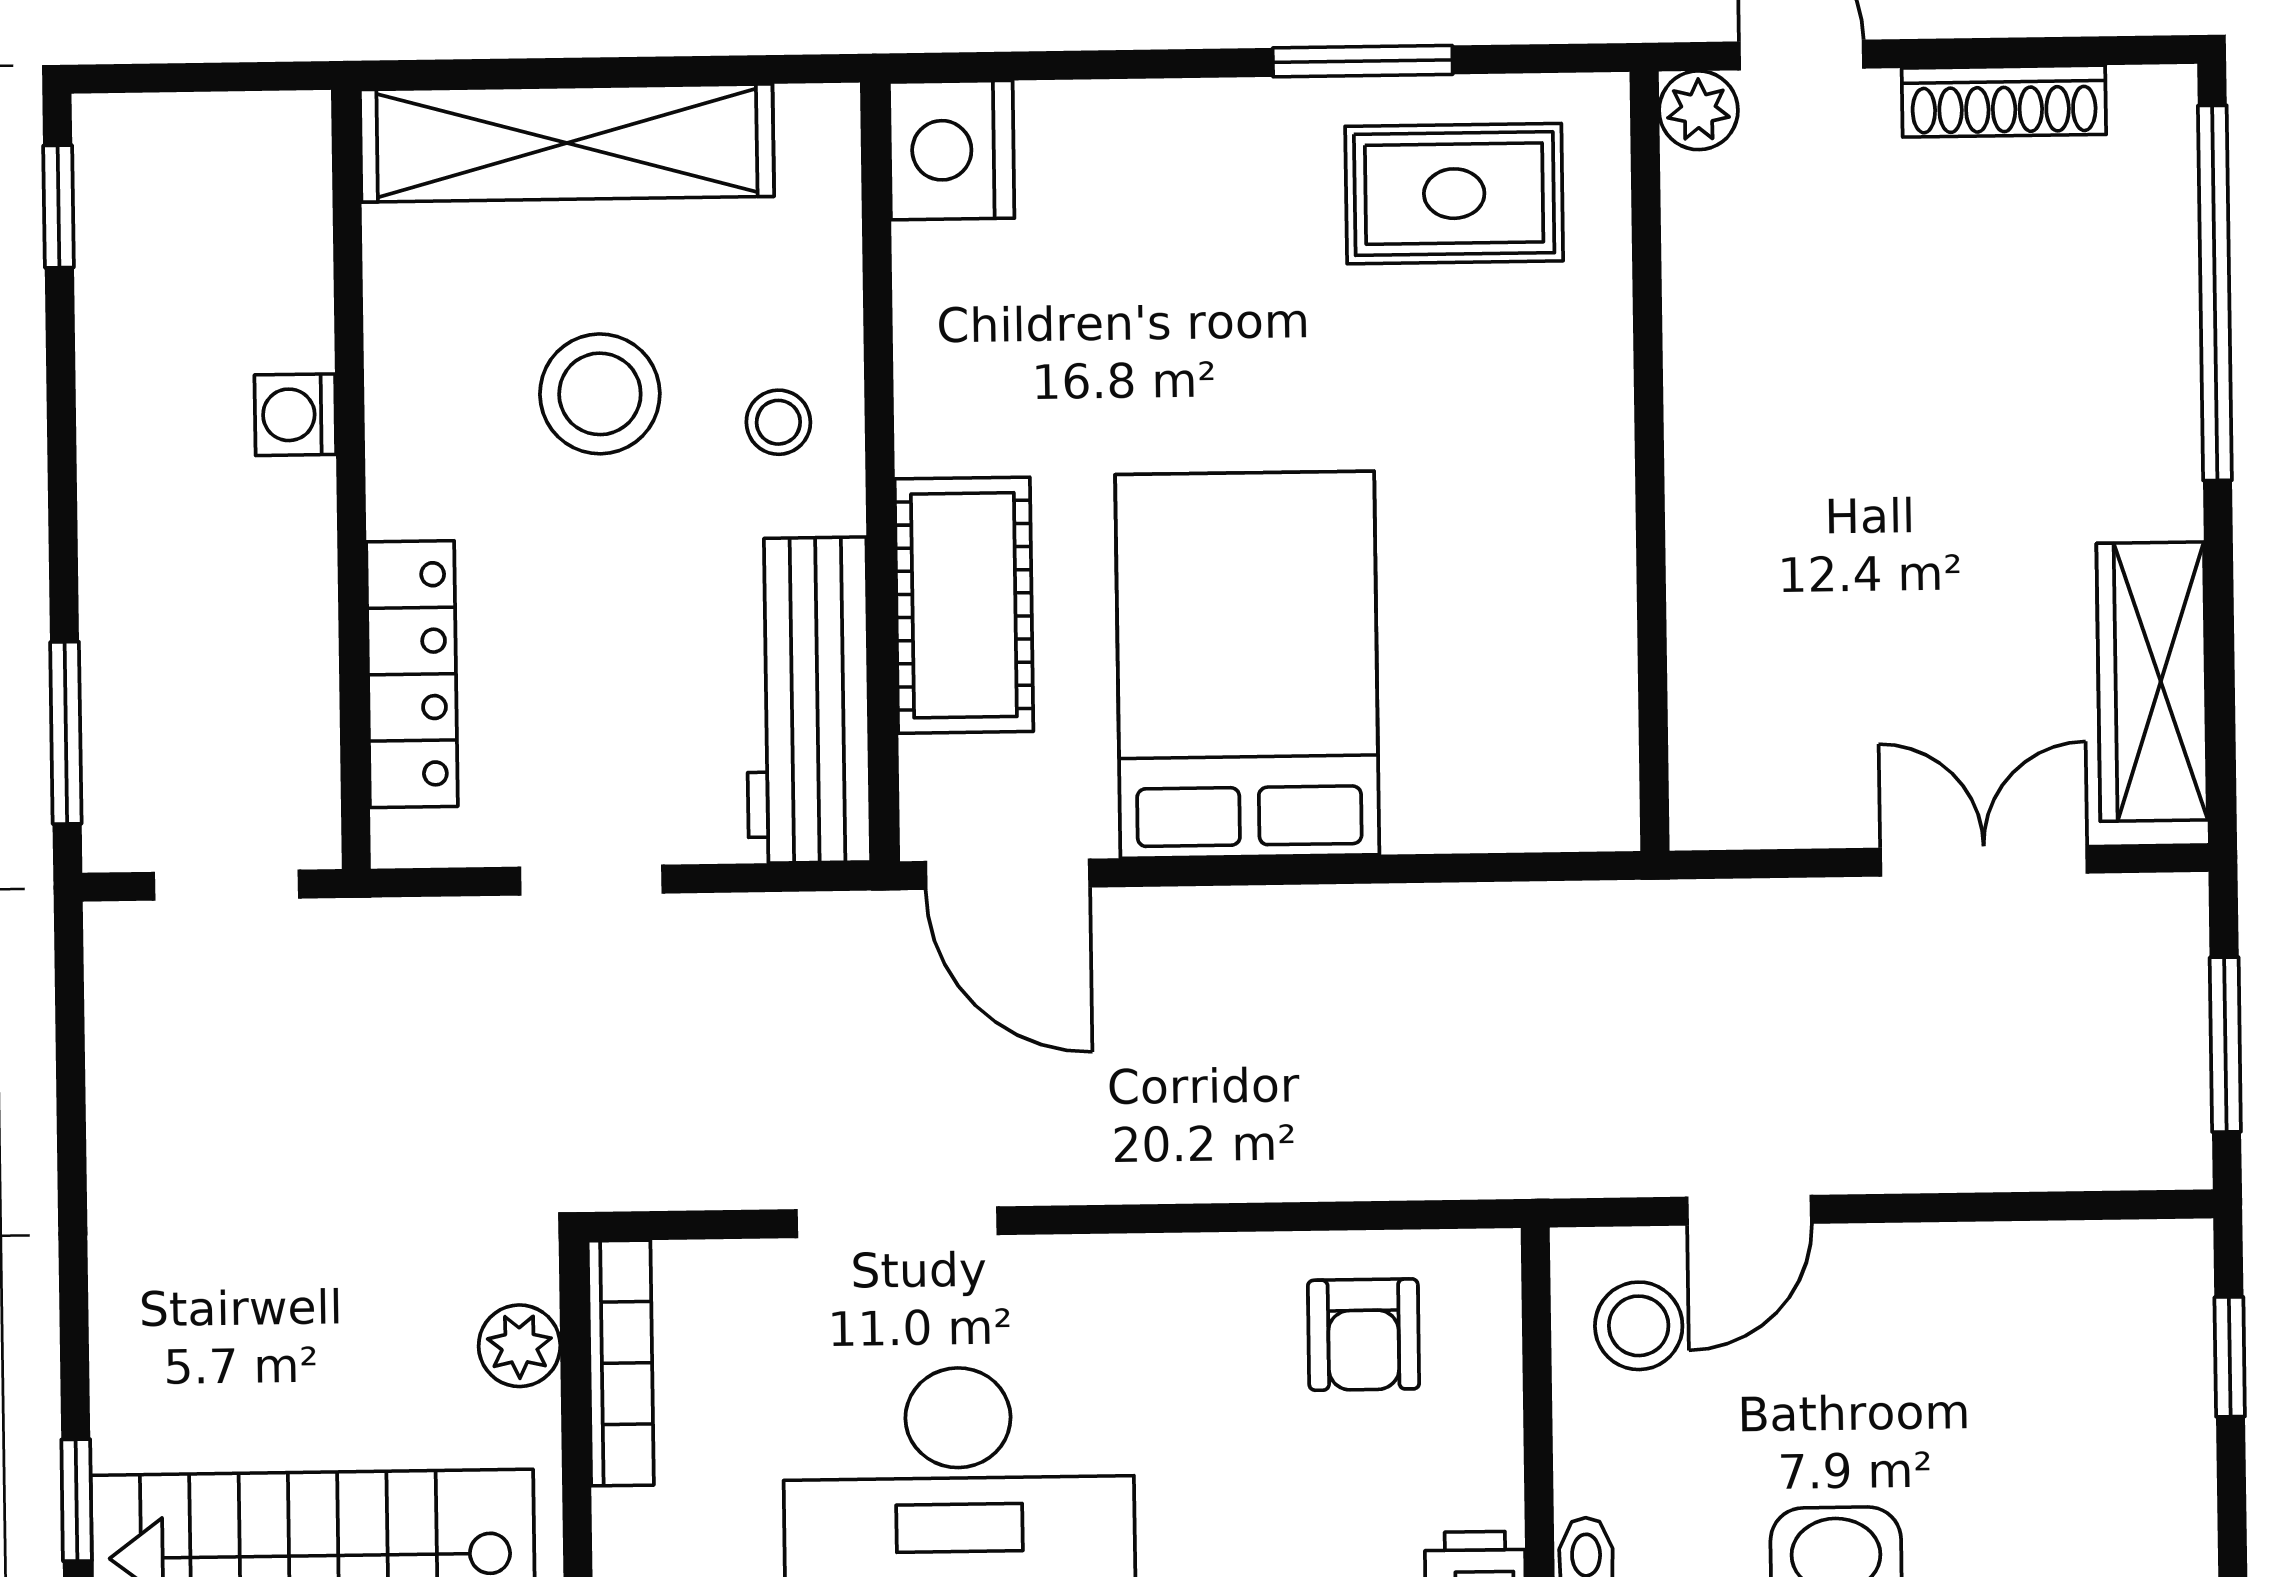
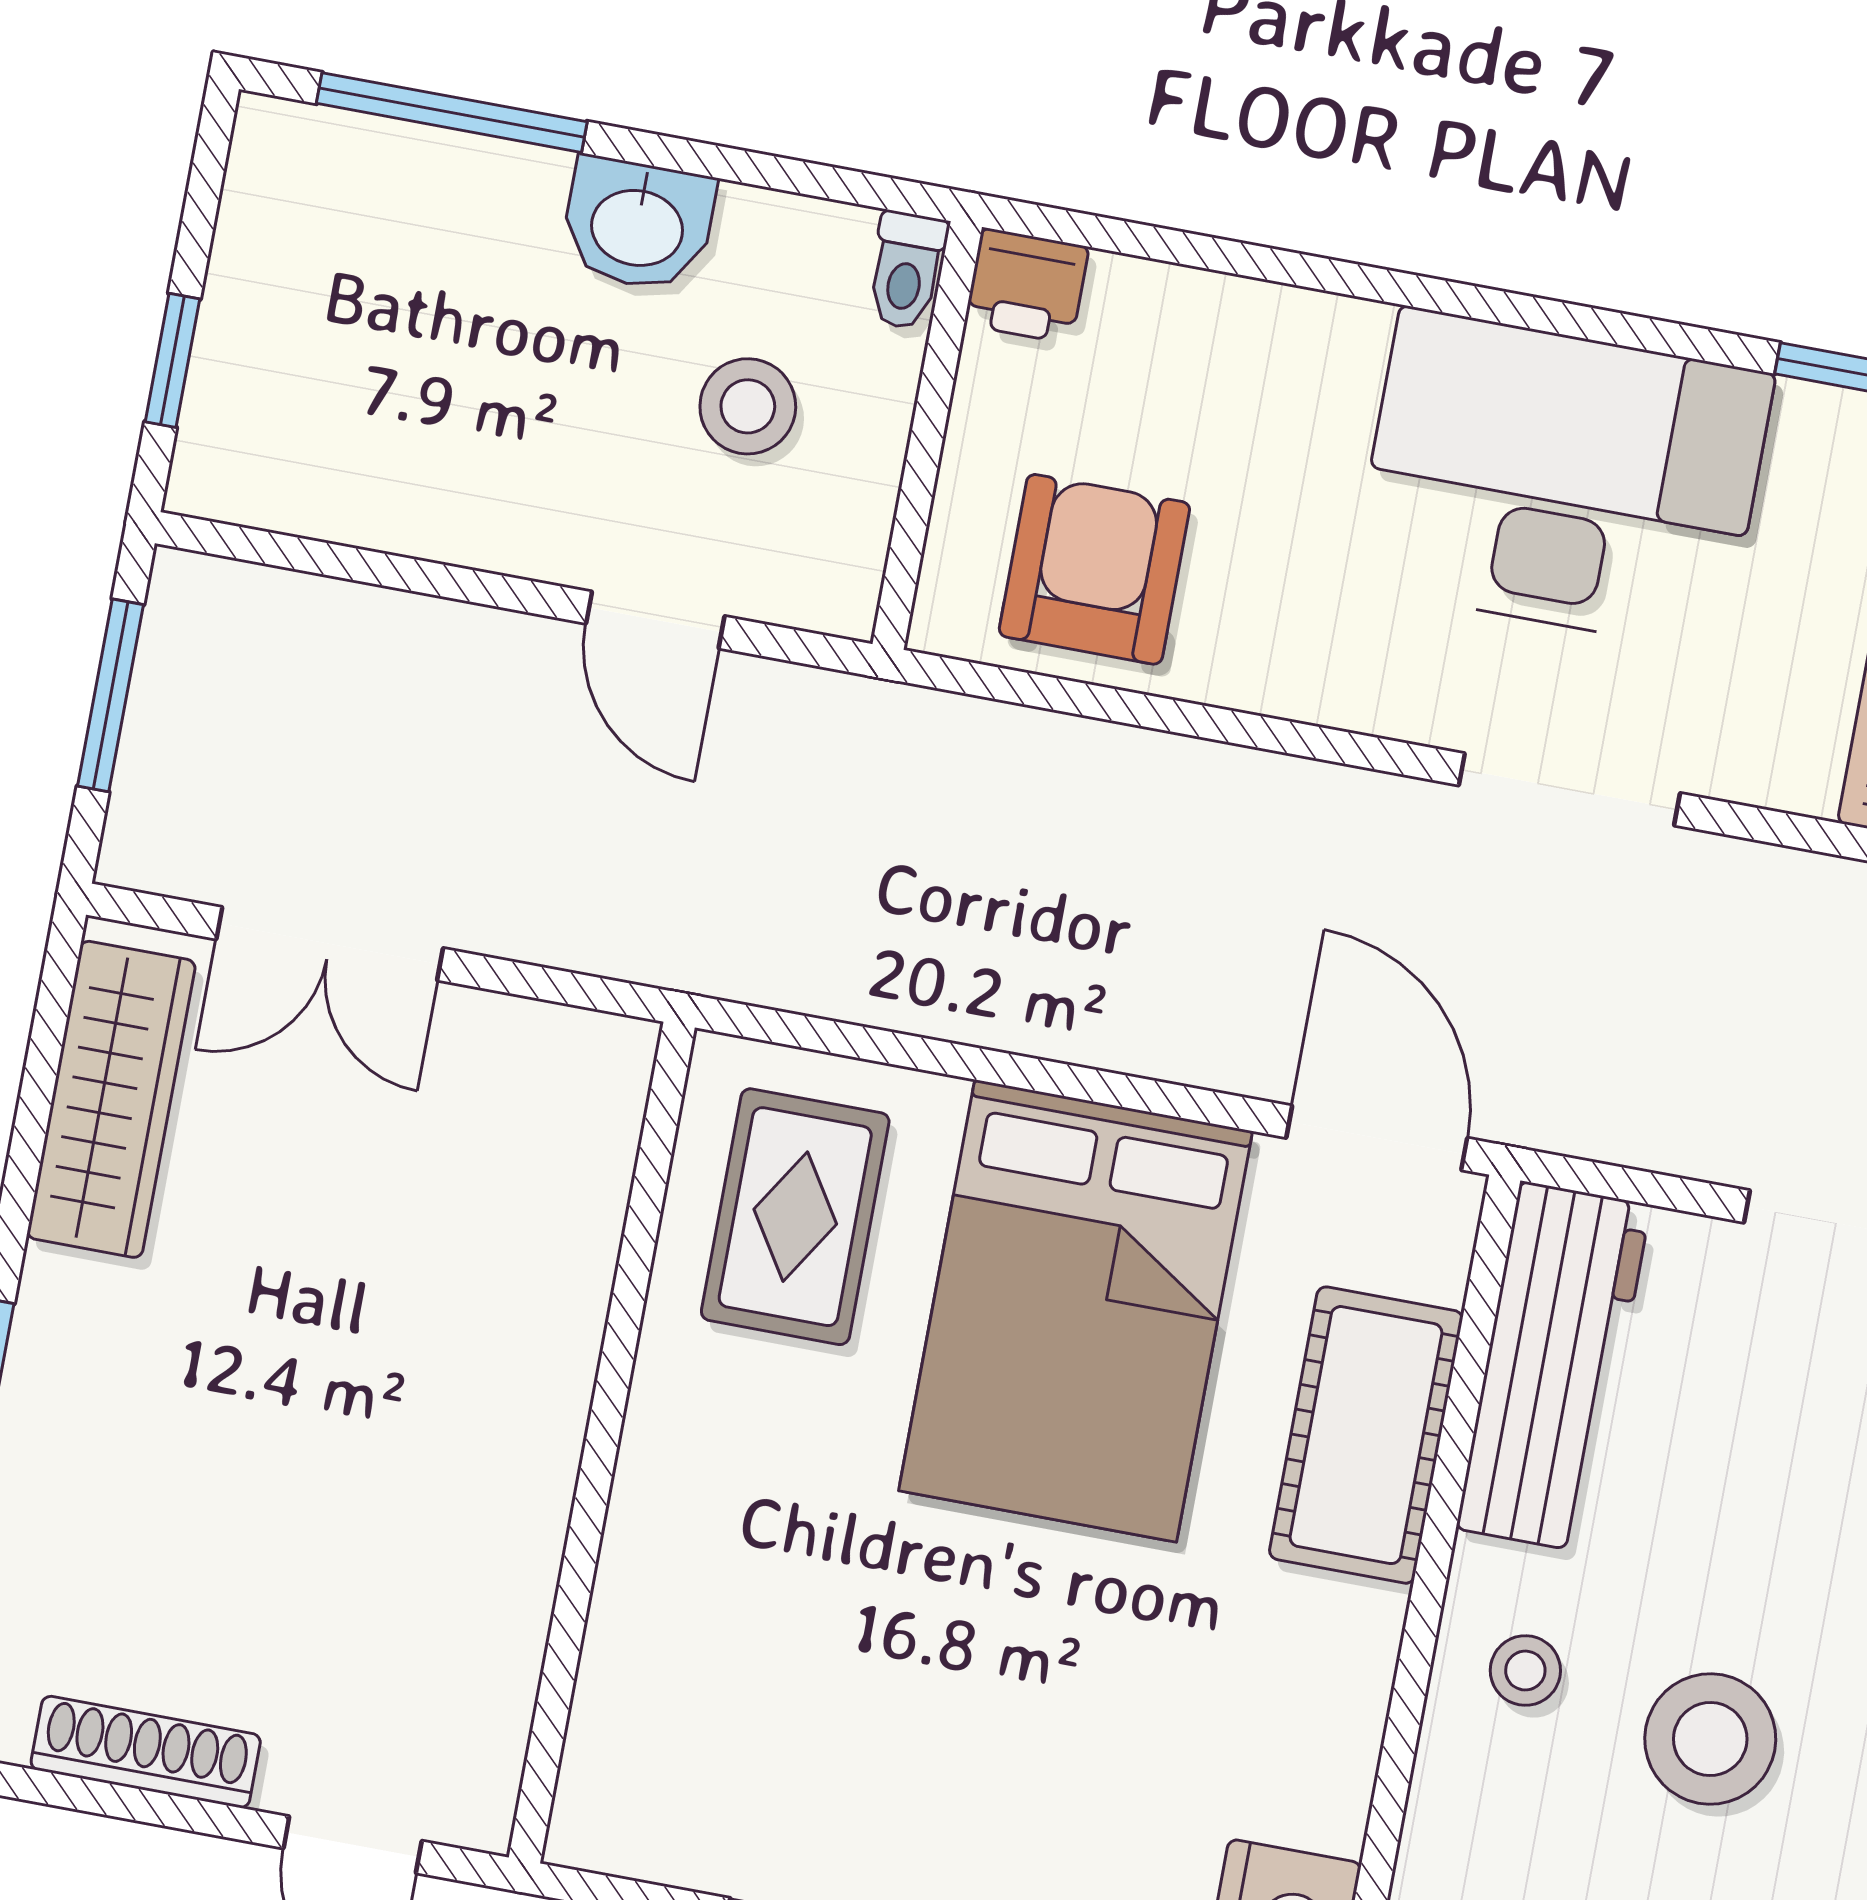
plant: (1699, 110) -> (474, 1807), removed
rug: (1454, 194) -> (795, 1217), moved, turned 90
door: (1749, 1210) -> (655, 620), swing flipped
stool: (1639, 1326) -> (748, 406), moved
armchair: (1364, 1335) -> (1094, 569), width x1.38, depth x1.38

